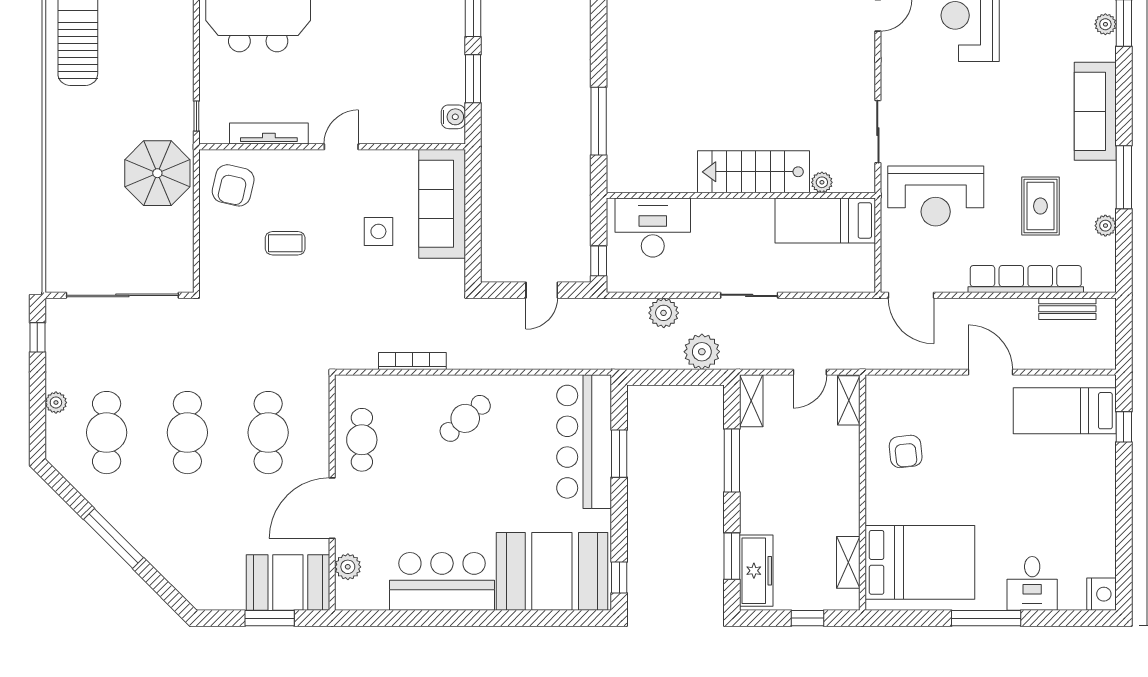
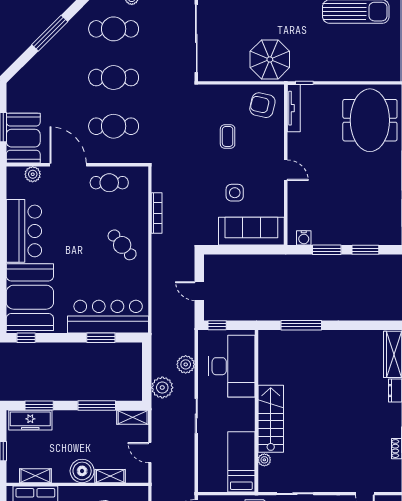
tv unit: (269, 133) -> (294, 108), moved
desk: (653, 228) -> (232, 366), width x1.36, depth x1.30
shelving: (849, 400) -> (110, 476), moved
boiler: (840, 485) -> (82, 471), added

